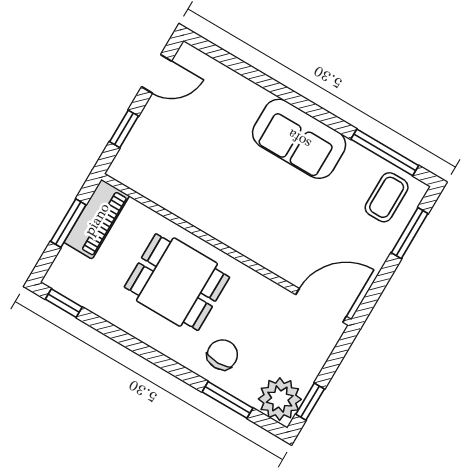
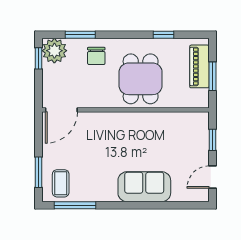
sofa: (299, 139) -> (144, 187), moved
piano: (97, 219) -> (199, 66), moved
dining table: (177, 282) -> (141, 79), turned 90
window: (64, 303) -> (164, 35), moved

